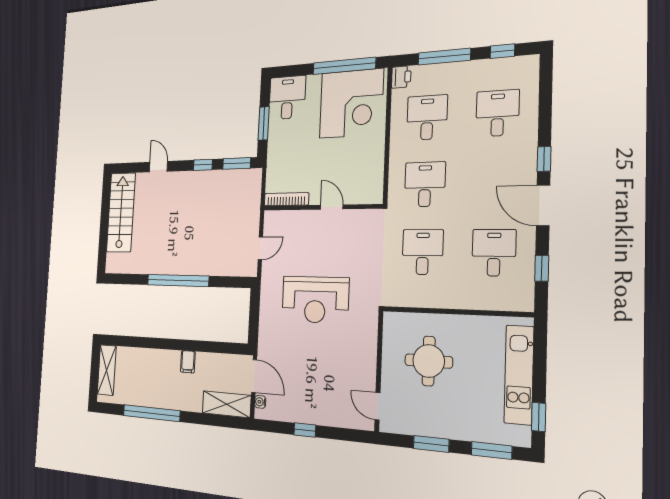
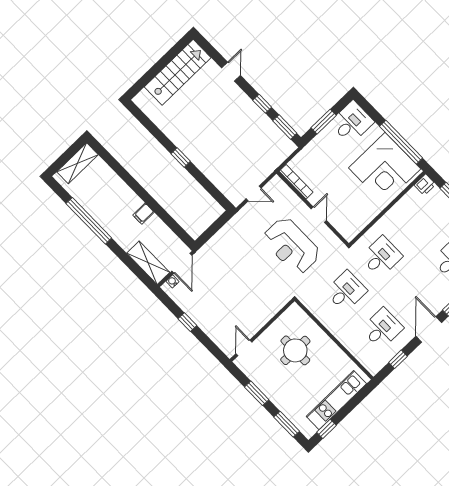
desk: (427, 118) -> (417, 222), removed
window: (178, 280) -> (181, 157), width x0.32
reception desk: (315, 300) -> (291, 246), moved

